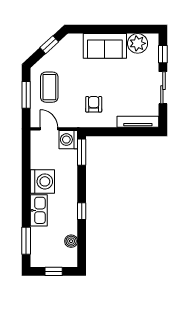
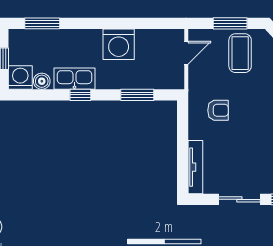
coffee table: (49, 87) -> (240, 53), turned 90
washing machine: (68, 140) -> (20, 78), moved
window: (82, 152) -> (137, 95), moved
kitchen sink: (39, 210) -> (74, 79), moved, turned 180

